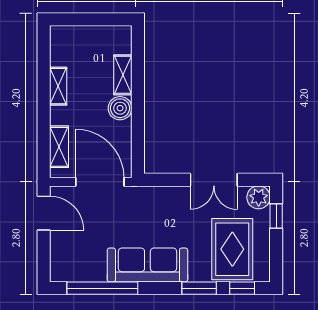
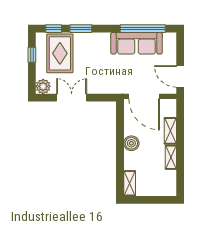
shelving: (123, 75) -> (130, 183), moved
shelving: (59, 147) -> (170, 131), moved
window: (276, 216) -> (32, 55), moved
sofa: (147, 265) -> (136, 43), moved

